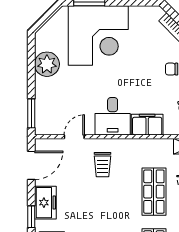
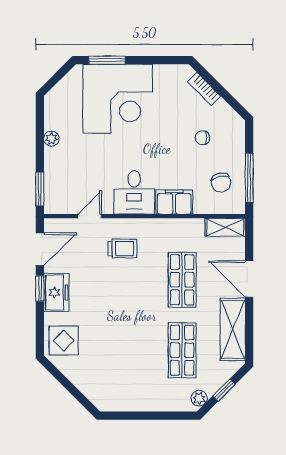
plant: (47, 64) -> (51, 139), width x0.53, depth x0.53
trolley: (103, 165) -> (123, 248), turned -90
window: (31, 217) -> (40, 288), moved

